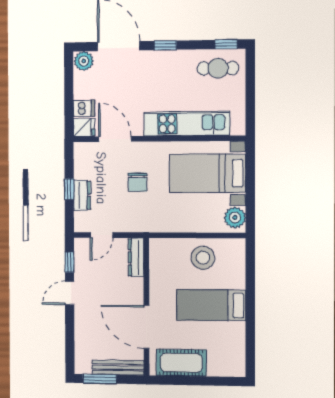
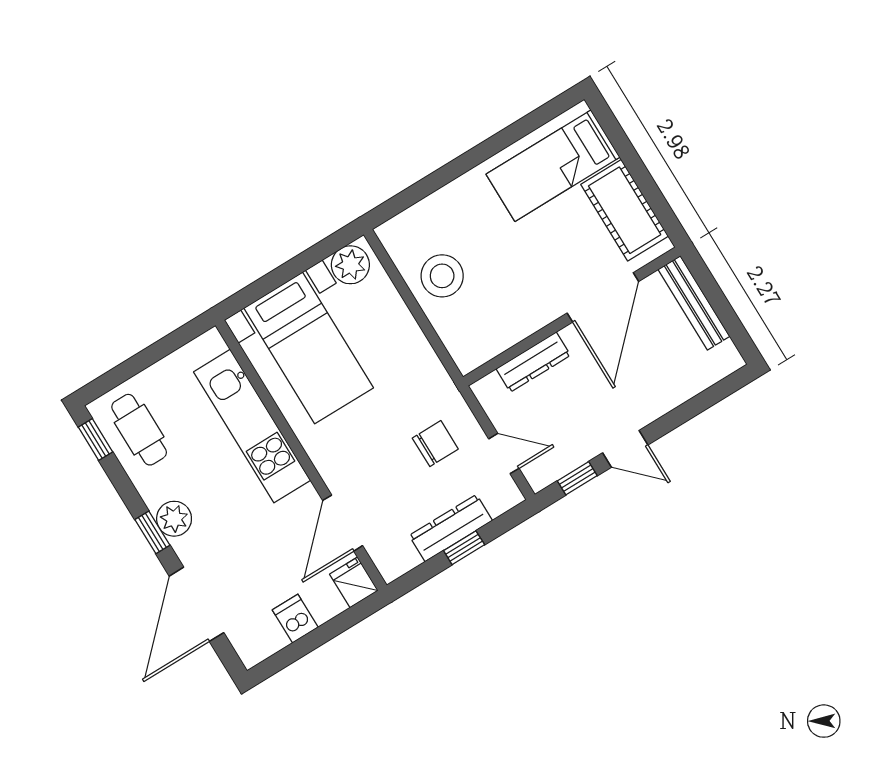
plant: (84, 61) -> (174, 519), moved
dishwasher: (84, 108) -> (295, 619), moved
chair: (137, 182) -> (435, 444), moved
dresser: (82, 195) -> (451, 528), width x1.44
dresser: (136, 257) -> (533, 362), moved
bed: (211, 305) -> (553, 166), moved, turned 90
window: (100, 379) -> (730, 320), removed

